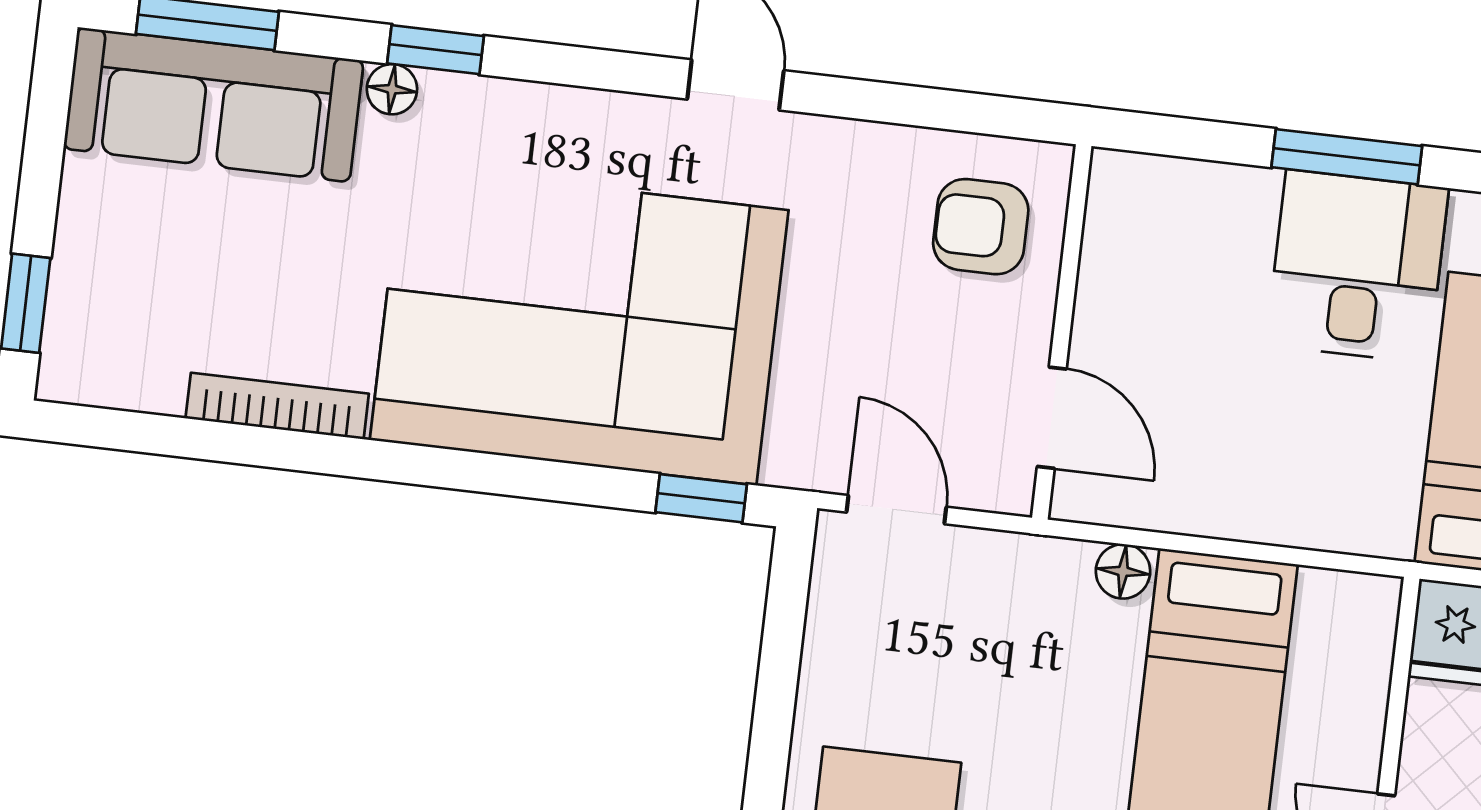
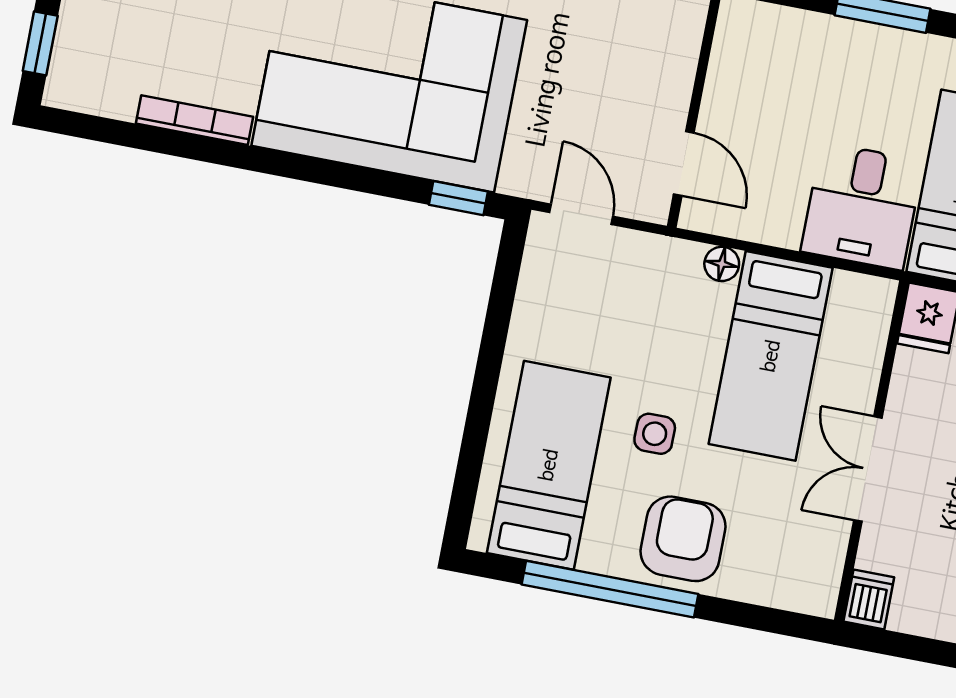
armchair: (981, 227) -> (648, 39), removed
desk: (1357, 266) -> (862, 206), moved, turned 180

